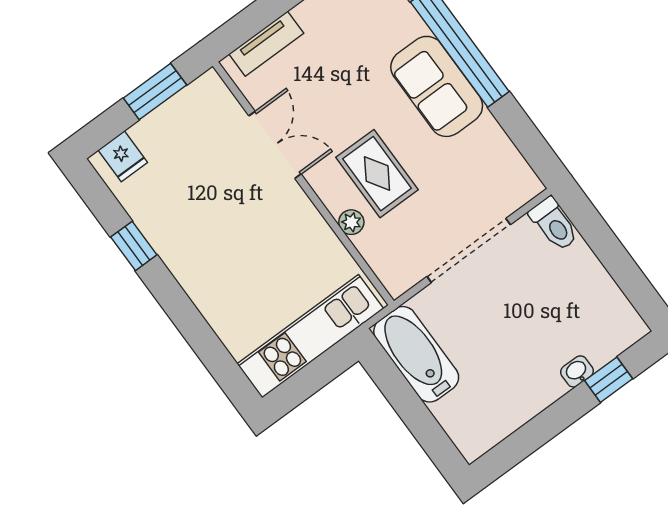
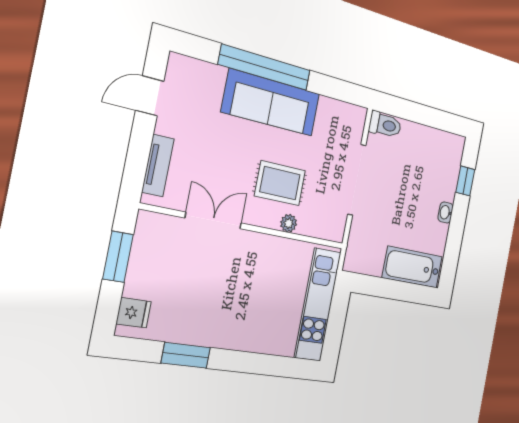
sofa: (437, 86) -> (271, 103), width x1.36
window: (134, 246) -> (186, 355), width x1.50
bathtub: (416, 354) -> (412, 267), moved
washbasin: (577, 371) -> (446, 212), moved

